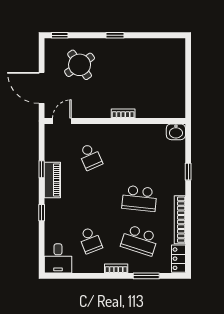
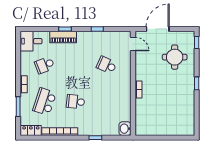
round table: (80, 65) -> (175, 57), turned 35
school desk: (90, 157) -> (107, 65), turned 48
piano: (52, 180) -> (63, 37), moved
school desk: (139, 198) -> (76, 102), width x0.54

